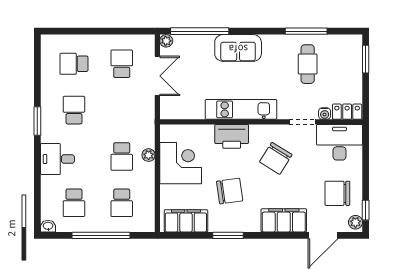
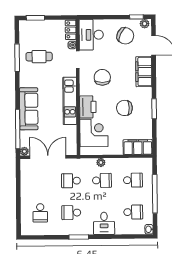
sofa: (238, 48) -> (29, 109), width x1.36
school desk: (122, 64) -> (71, 181), moved
double door: (157, 76) -> (48, 157), width x1.37
chair: (276, 158) -> (102, 77), turned -122
corner desk: (181, 163) -> (94, 133), moved, turned 90
chair: (230, 191) -> (124, 108), turned -82
chair: (337, 193) -> (125, 36), turned -64
filing cabinet: (186, 221) -> (138, 147), moved, turned 90

